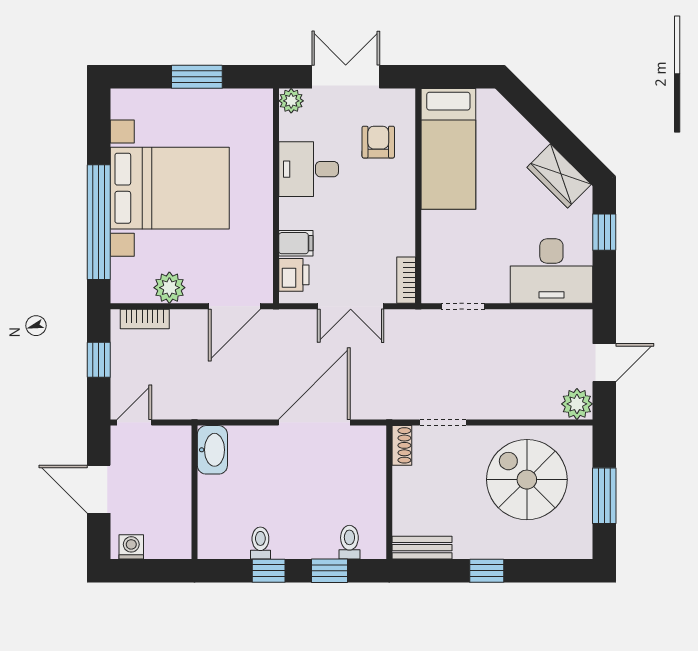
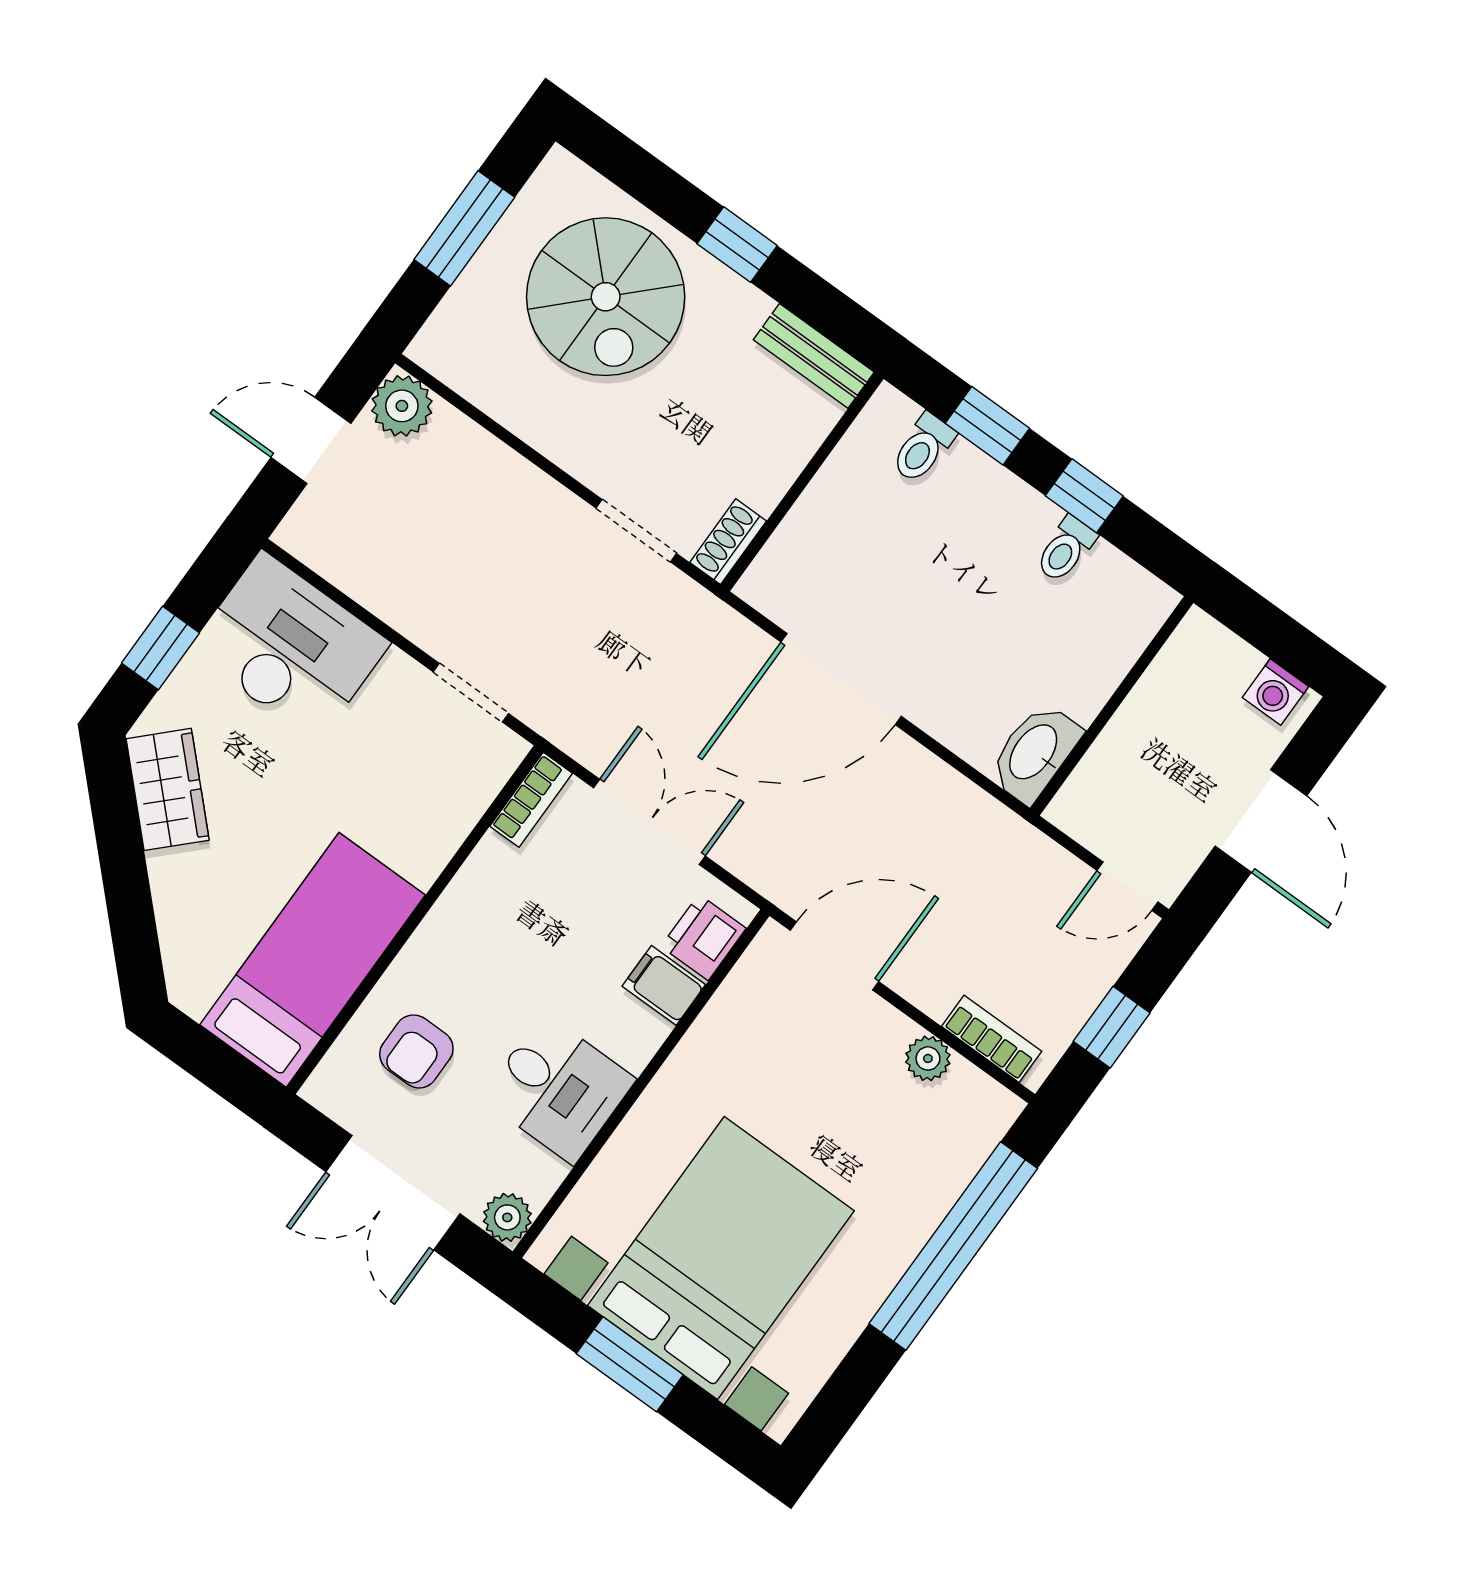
bed with nightstands: (170, 188) -> (721, 1258), moved, turned 90
plant: (169, 288) -> (928, 1058), width x0.73, depth x0.73
spiral stairs: (527, 480) -> (606, 297), moved

